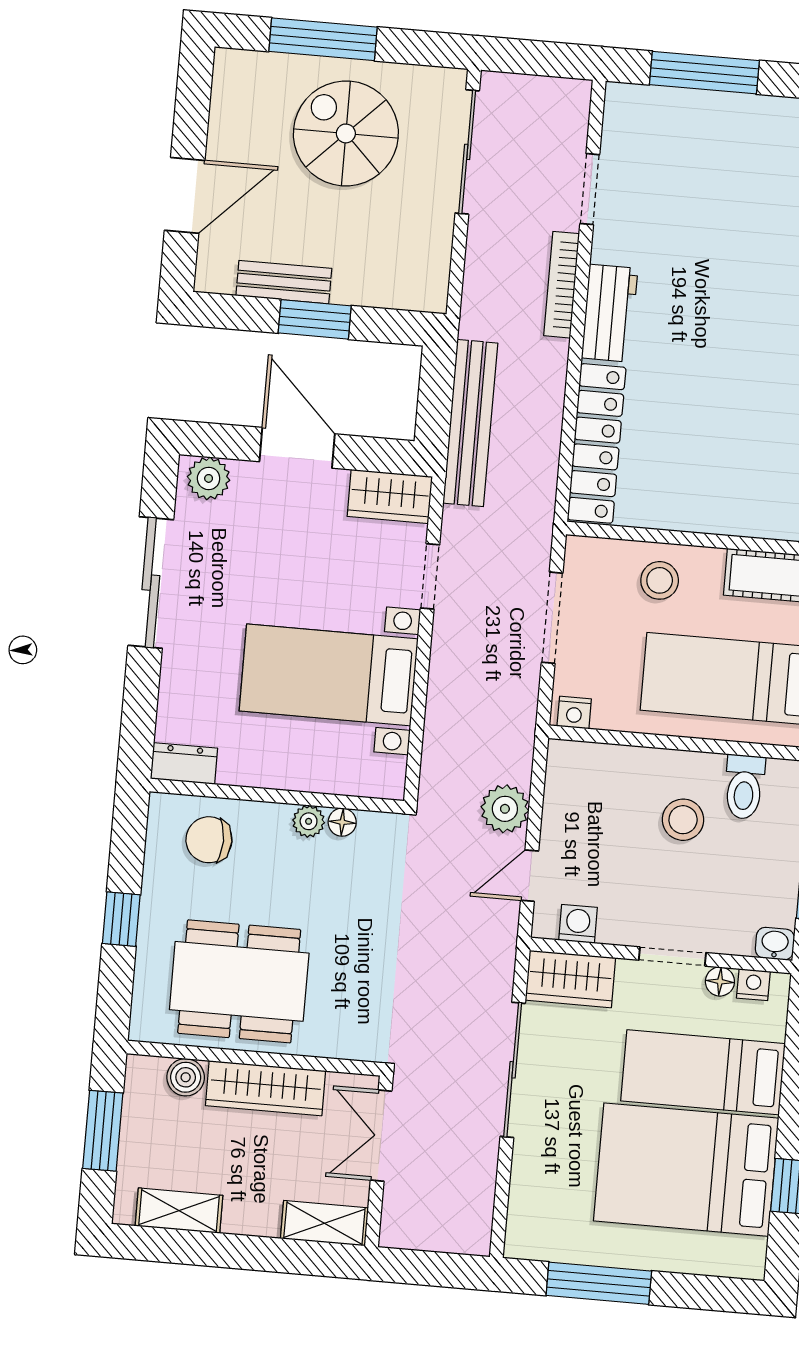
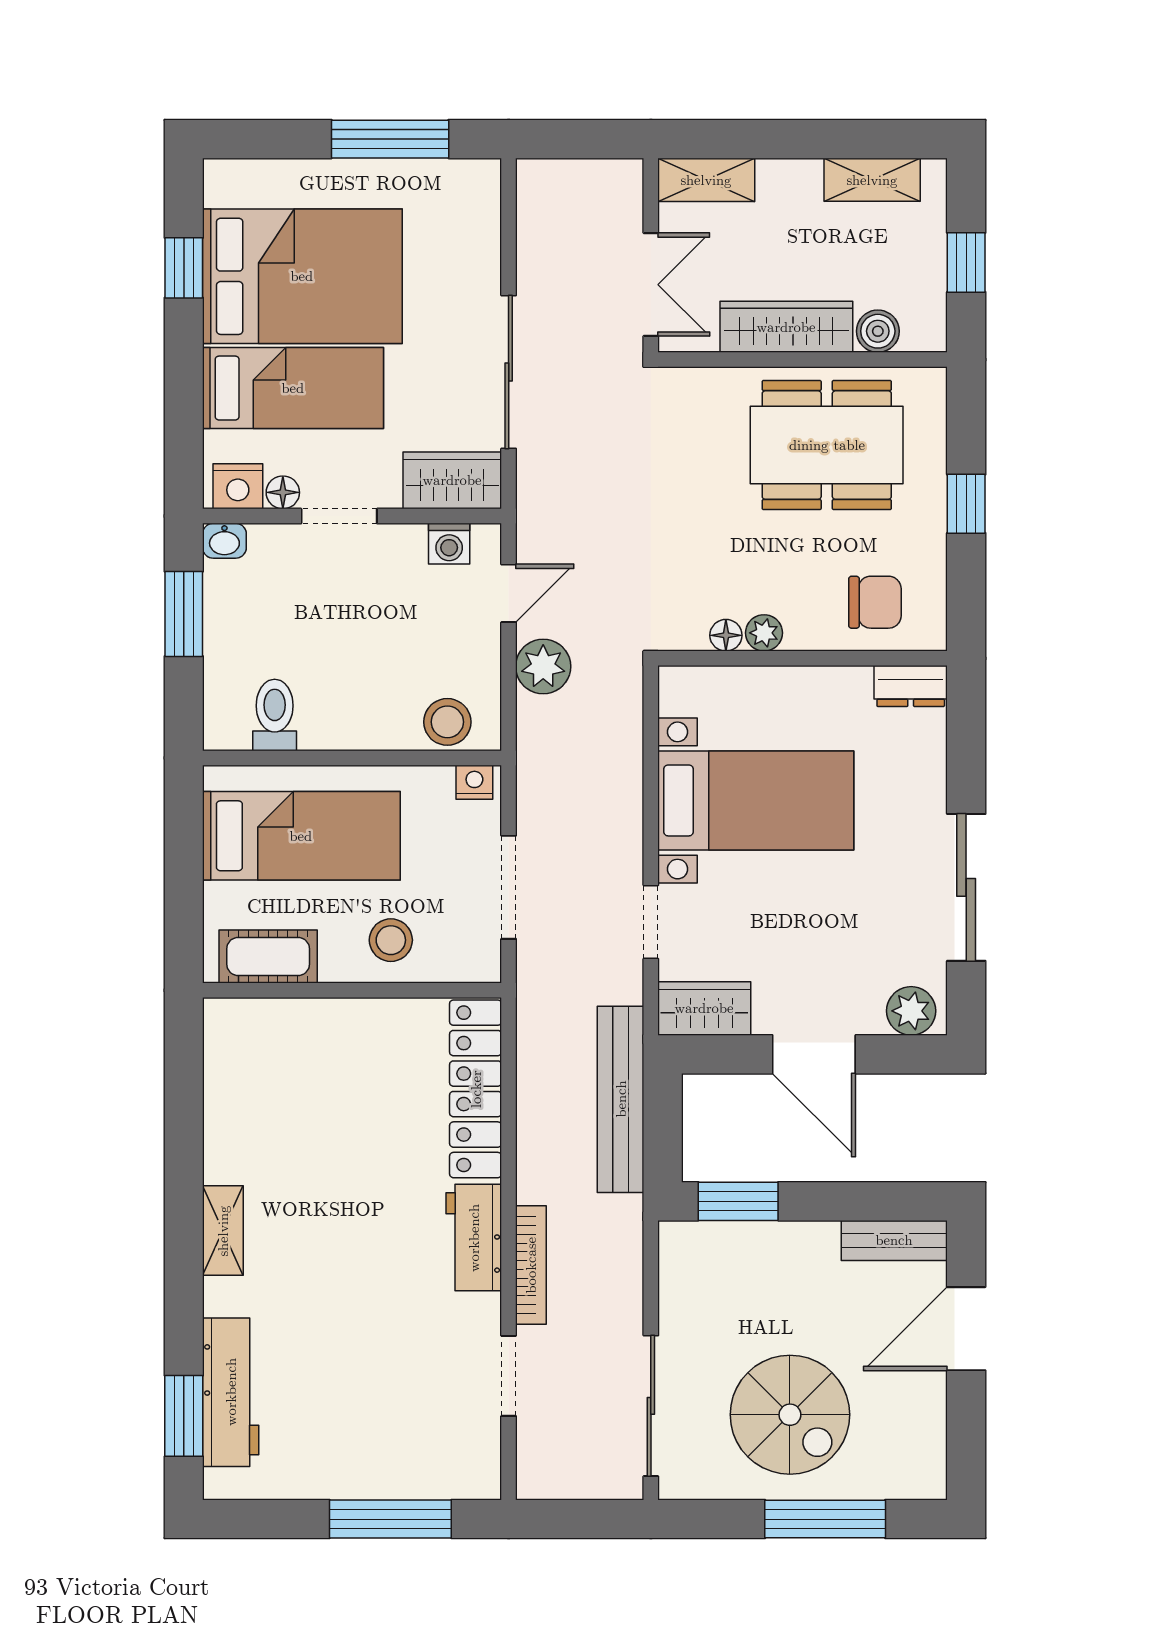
bench: (284, 282) -> (894, 1240), moved
window: (315, 319) -> (738, 1201), moved
stool: (683, 820) -> (447, 722), moved
nightstand: (753, 985) -> (238, 486), width x1.39, depth x1.35
window: (103, 1131) -> (966, 262), width x0.67

